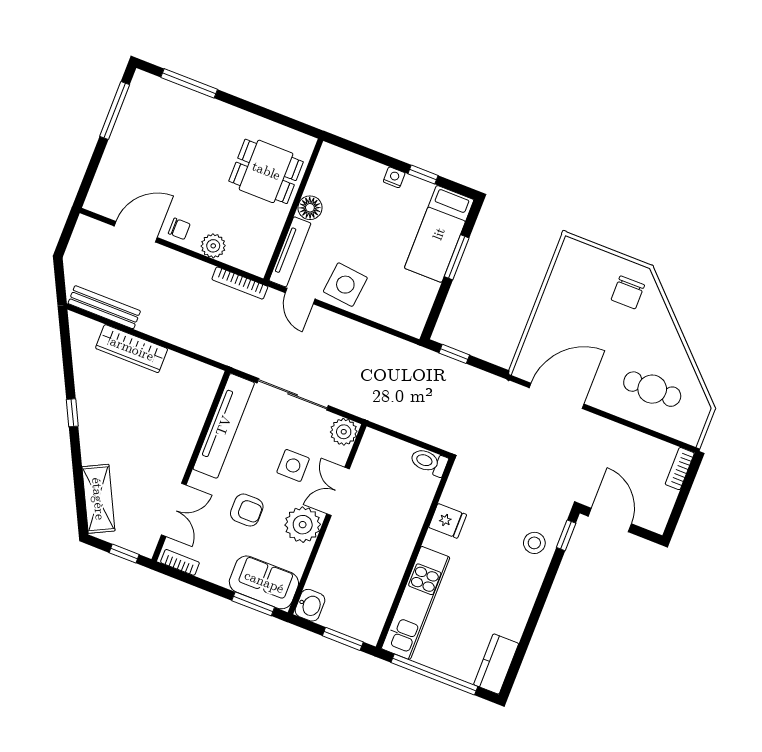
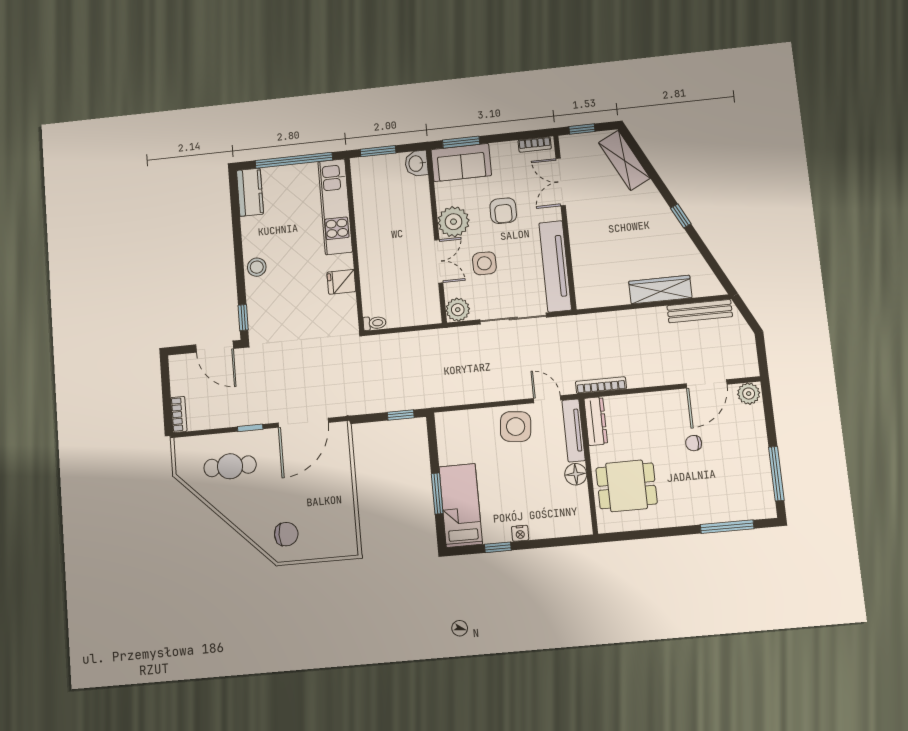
chair: (179, 229) -> (694, 443), moved
plant: (213, 246) -> (749, 394), moved
dresser: (263, 250) -> (596, 421), added
chair: (628, 292) -> (286, 534), turned 90
window: (613, 418) -> (250, 428), added
toilet: (429, 462) -> (375, 323), width x0.73, depth x0.72
armchair: (247, 510) -> (503, 211), turned -90
stool: (534, 543) -> (257, 267), moved

